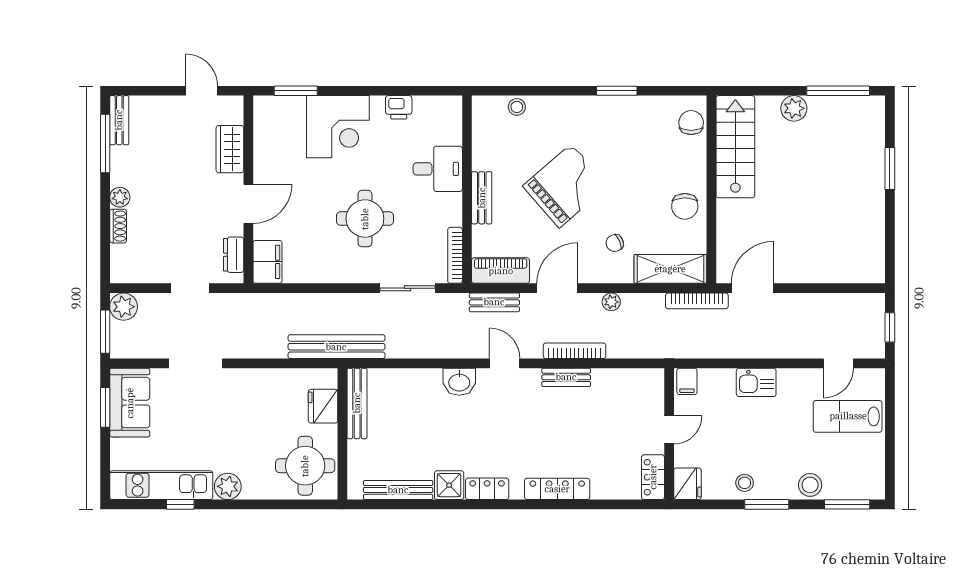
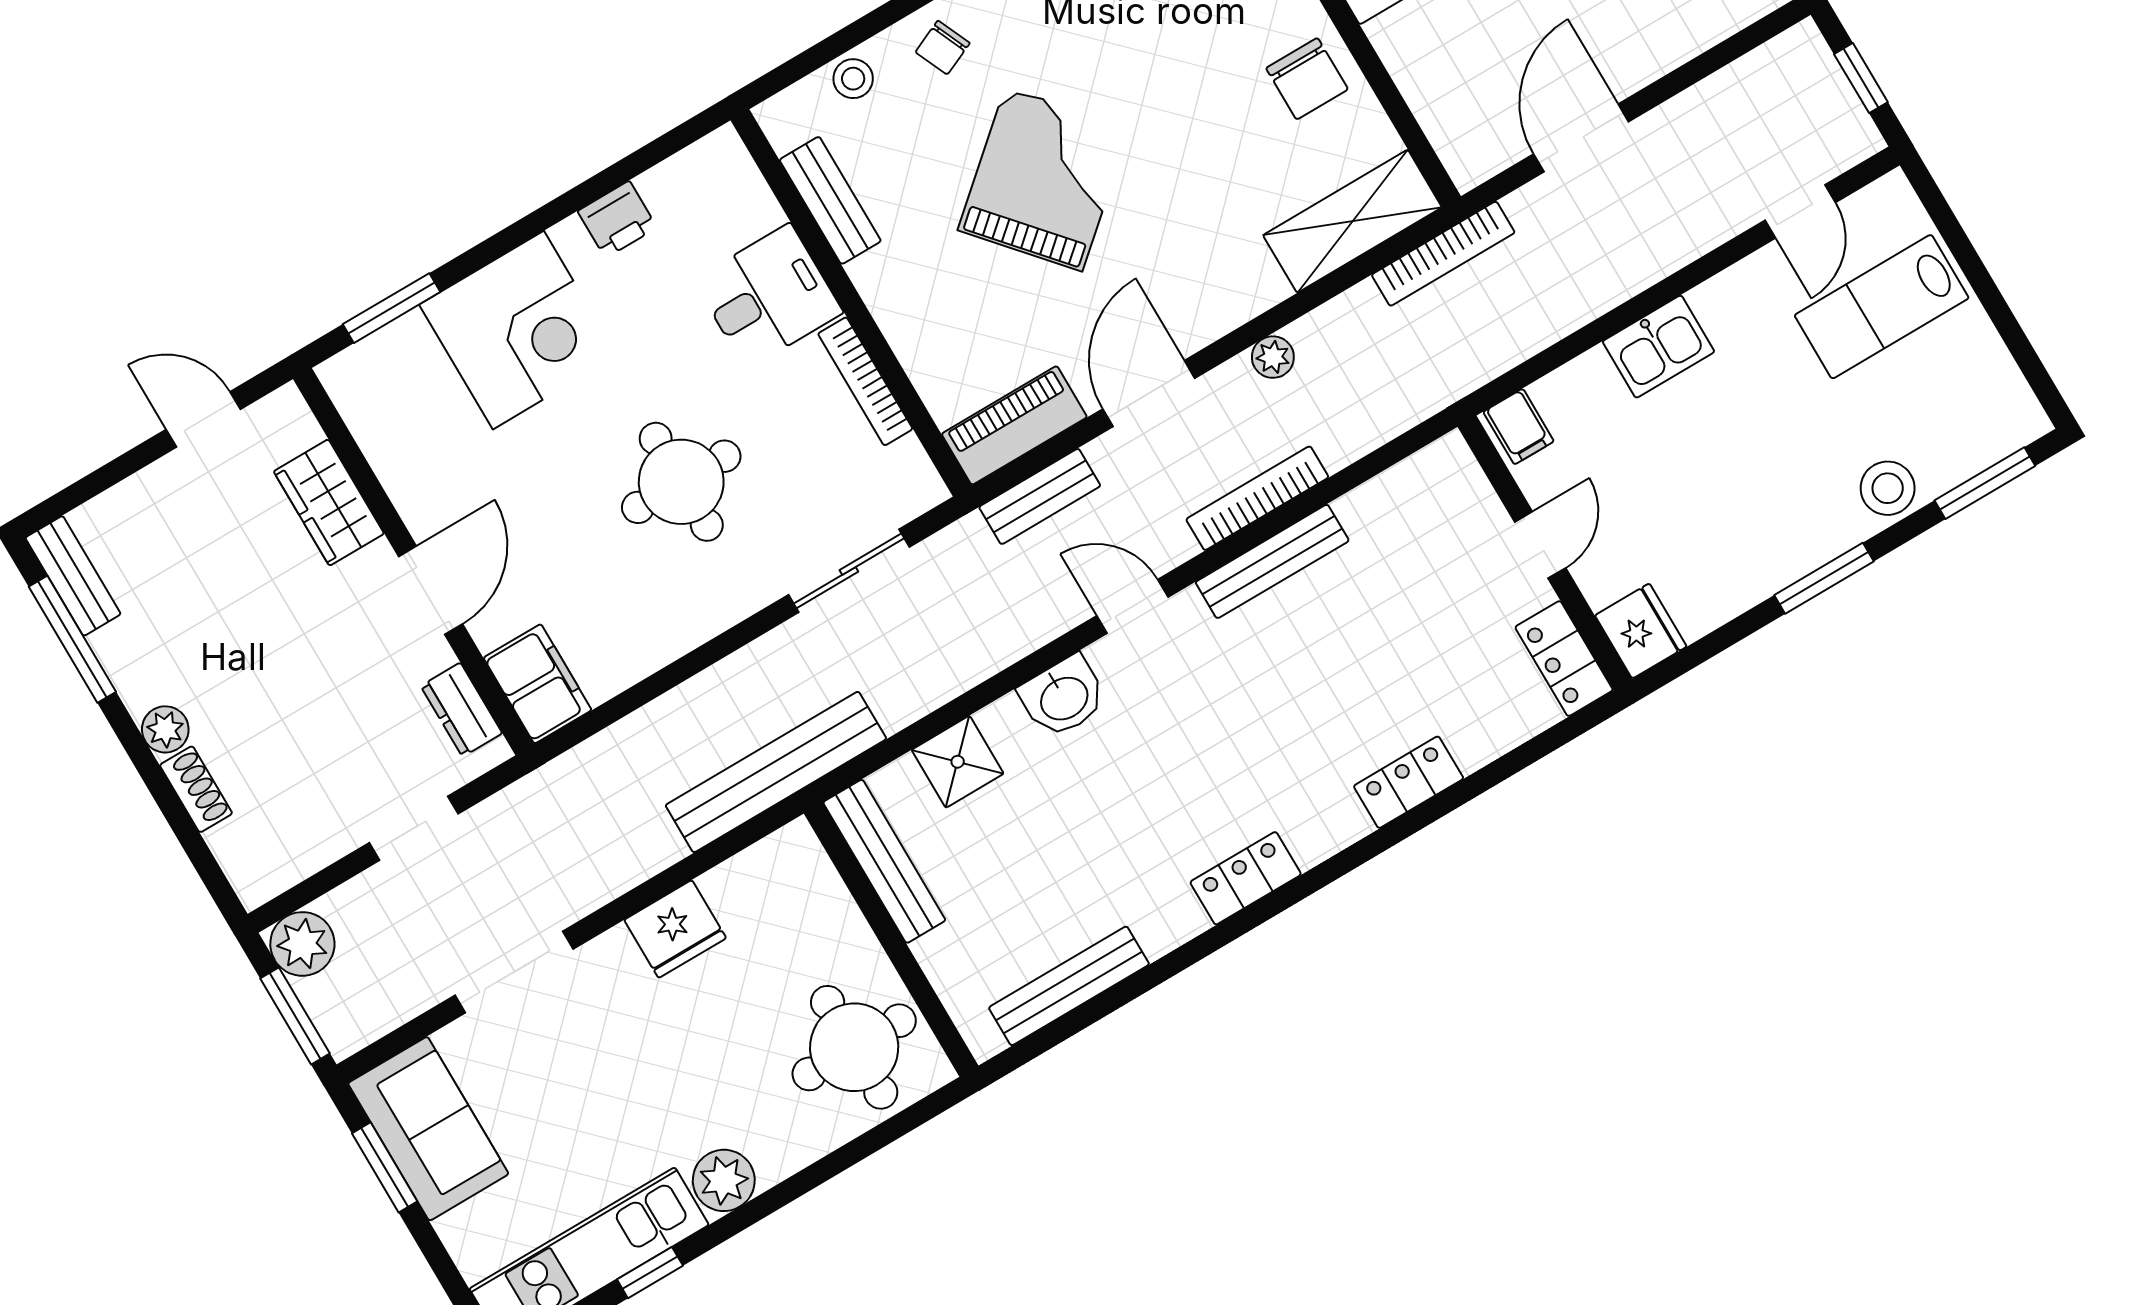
bench: (482, 198) -> (830, 200), moved
chair: (615, 243) -> (943, 48), moved
bookcase: (455, 255) -> (865, 381), moved
door: (752, 288) -> (1581, 138), moved
bench: (566, 377) -> (1272, 561), width x1.36
fridge: (323, 406) -> (675, 929), moved, turned -90
stool: (745, 483) -> (1754, 562), removed
shower: (449, 485) -> (958, 762), moved
locker: (557, 489) -> (1409, 782), width x0.66

